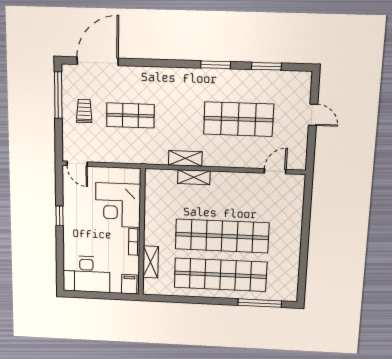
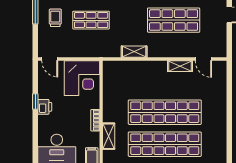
door: (275, 171) -> (203, 59), swing flipped
shelving: (194, 177) -> (180, 66), moved
corner desk: (118, 205) -> (82, 78), moved, turned -90
printer: (71, 223) -> (45, 107), added

